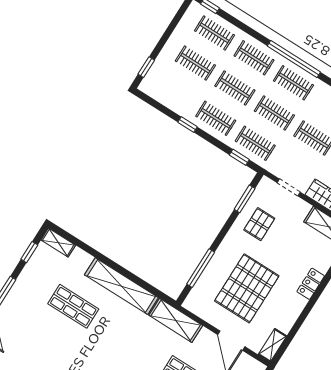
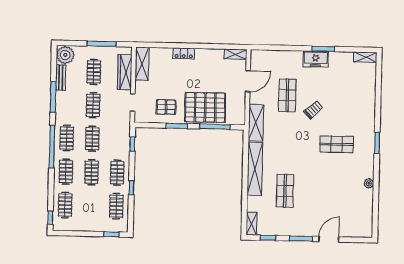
clothes rail: (195, 63) -> (116, 206), moved
clothes rail: (255, 143) -> (118, 139), removed
window: (245, 199) -> (177, 126), moved
pallet: (247, 288) -> (205, 107), moved

